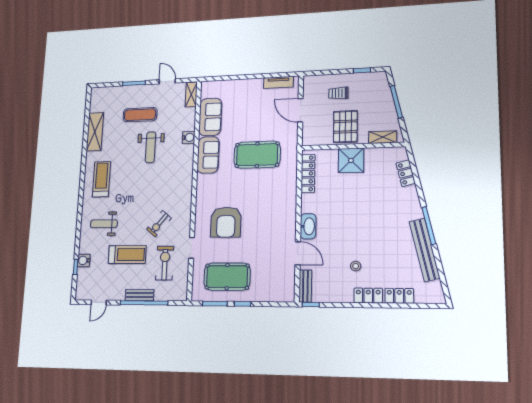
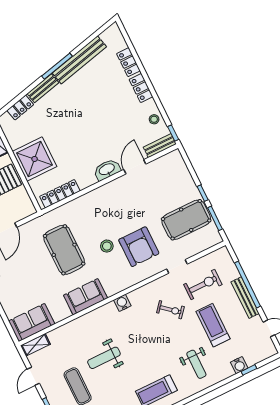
sofa: (210, 117) -> (32, 322), moved
water cooler: (189, 137) -> (122, 303), moved
weight bench: (151, 147) -> (104, 358), turned 180
shower: (351, 160) -> (35, 159), width x1.37, depth x1.37
stool: (241, 194) -> (107, 246), added
bench: (414, 203) -> (43, 88), added
armchair: (226, 222) -> (139, 247), turned 90
exercise bike: (165, 263) -> (203, 284), turned 180
stool: (356, 266) -> (154, 119), moved
pool table: (227, 277) -> (186, 220), turned 90
bench: (139, 295) -> (245, 298), width x1.36

